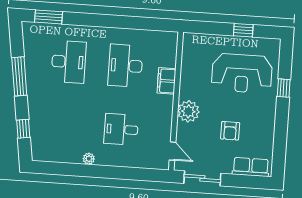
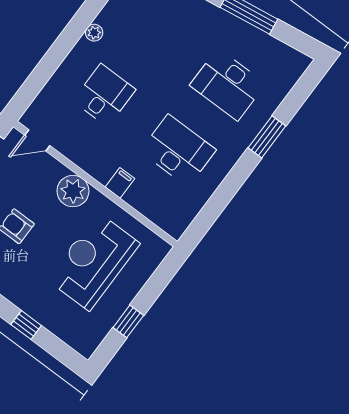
window: (49, 17) -> (267, 137), moved
reception desk: (242, 73) -> (93, 262), moved
filing cabinet: (167, 81) -> (120, 183), width x0.50

